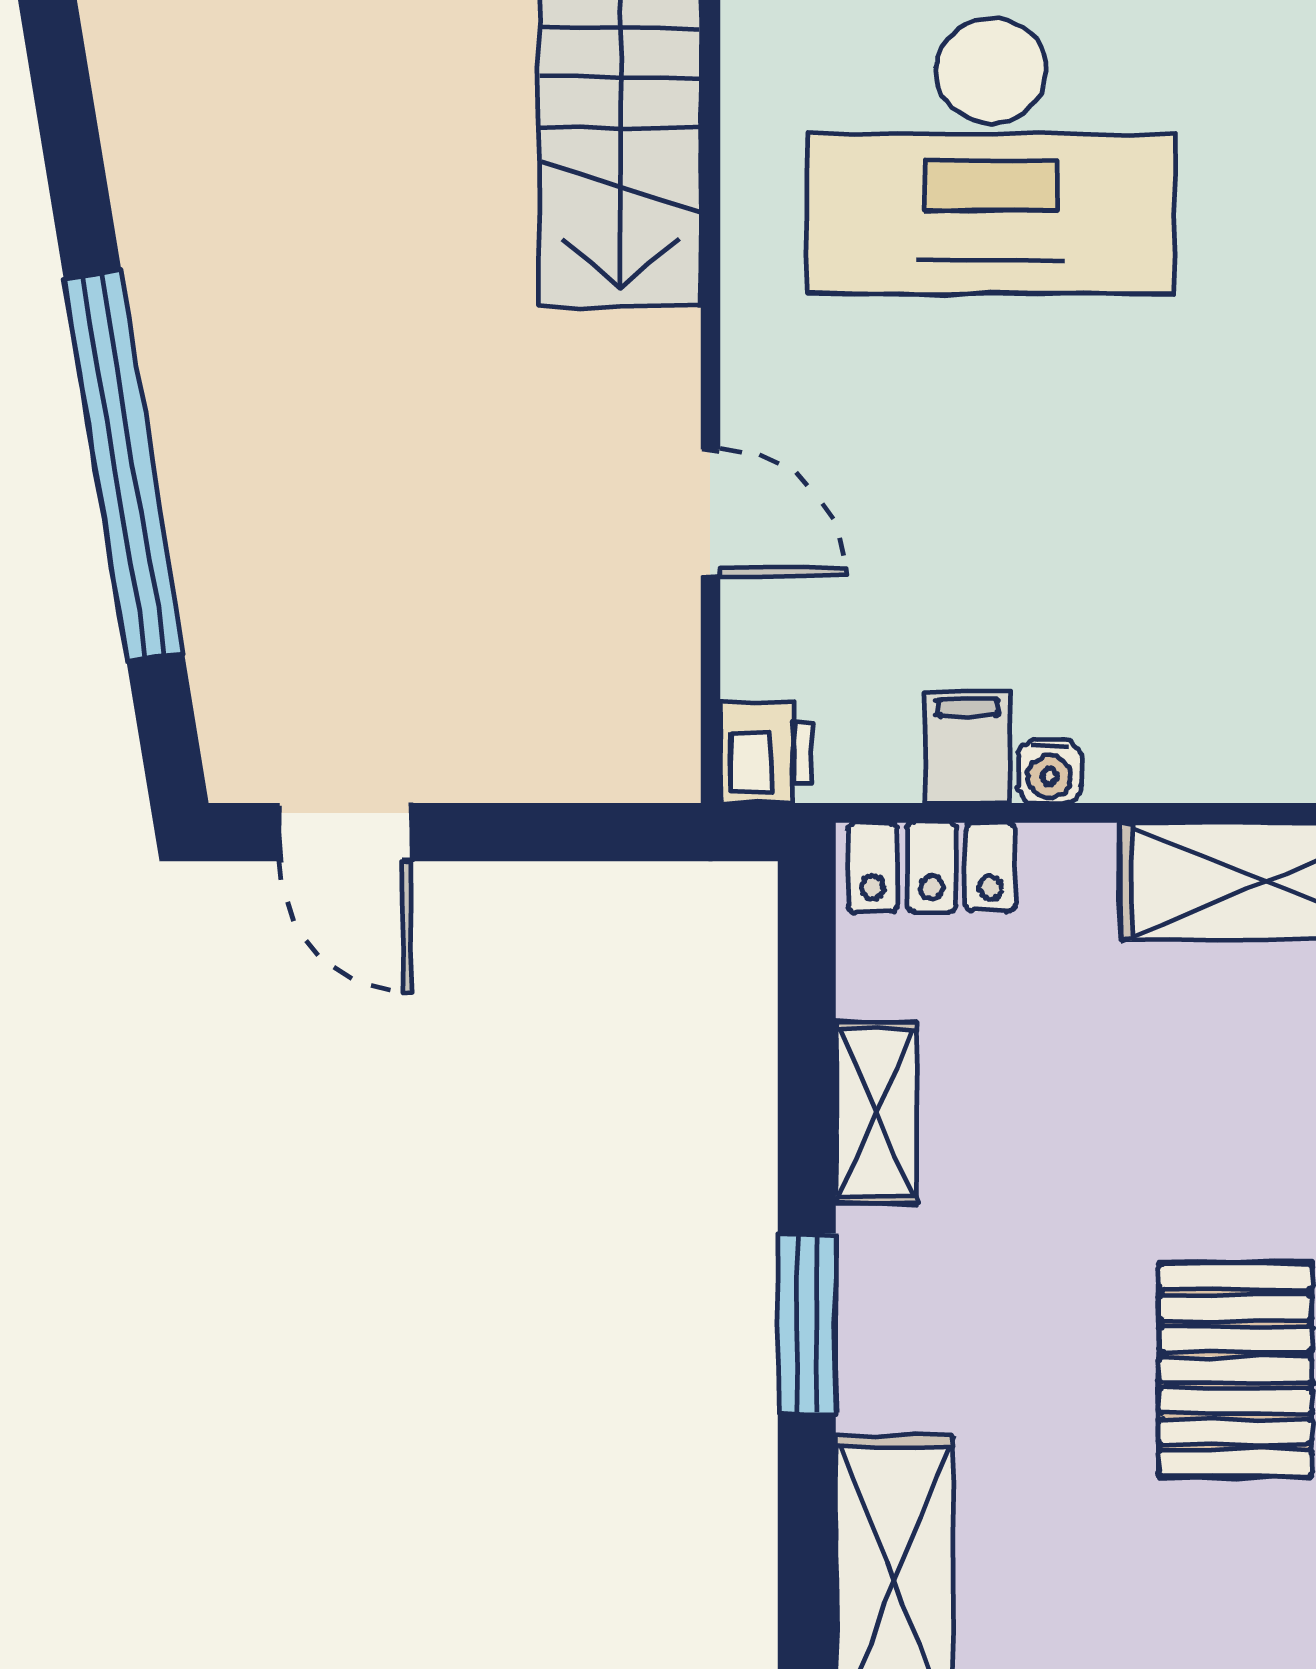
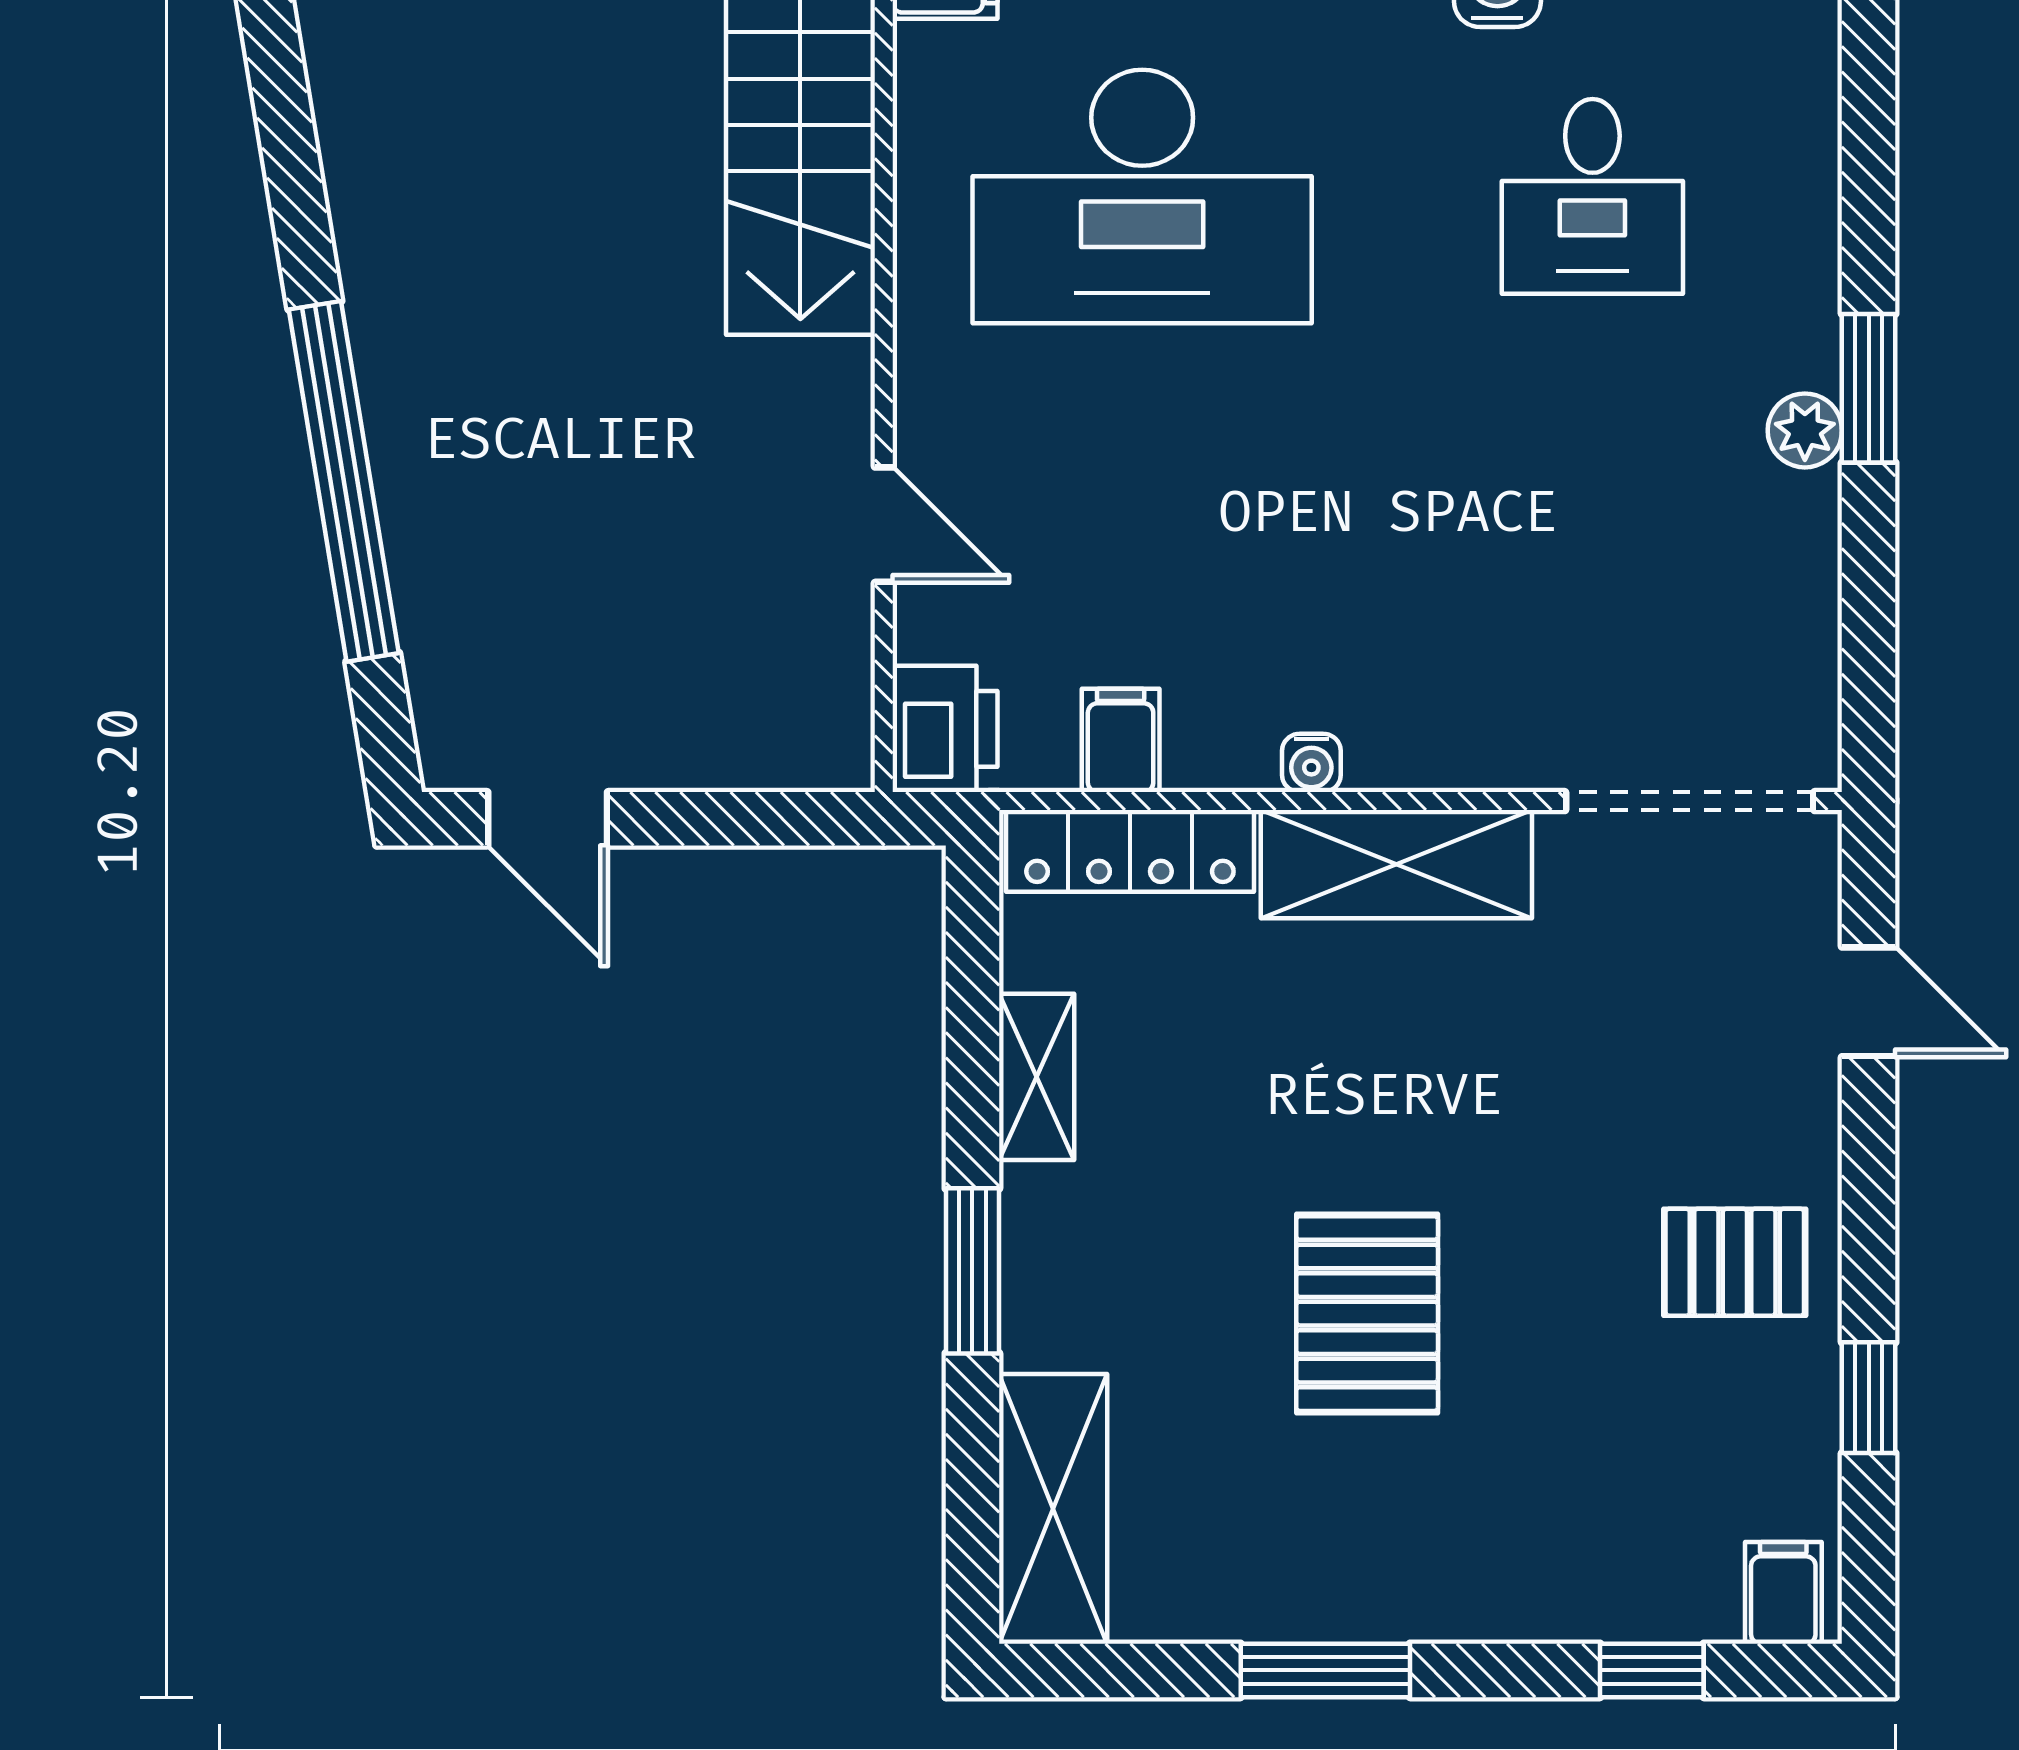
printer: (766, 753) -> (945, 729), width x1.36, depth x1.24
water cooler: (1049, 771) -> (1311, 763), moved
locker: (931, 867) -> (1130, 851), width x1.53

